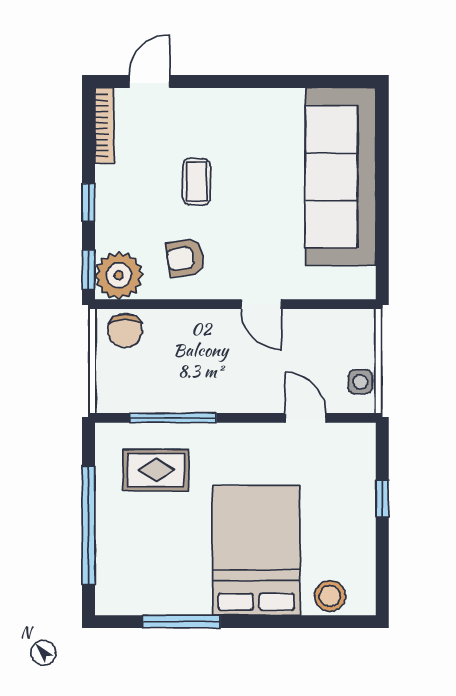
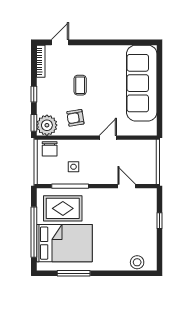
door: (261, 304) -> (108, 138), swing flipped
side table: (360, 382) -> (73, 167), moved
rug: (156, 470) -> (63, 208), width x1.36, depth x1.43
bed: (256, 550) -> (64, 243), moved, turned 90

